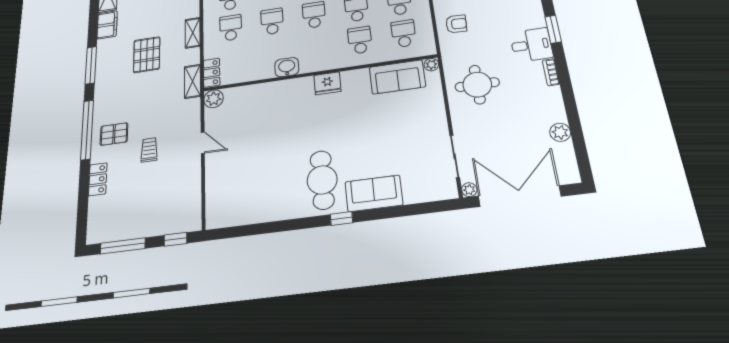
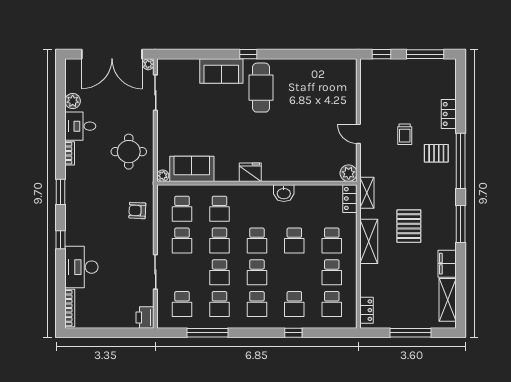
shelving: (193, 33) -> (369, 241), width x1.50, depth x1.33
desk: (531, 45) -> (80, 126), moved

